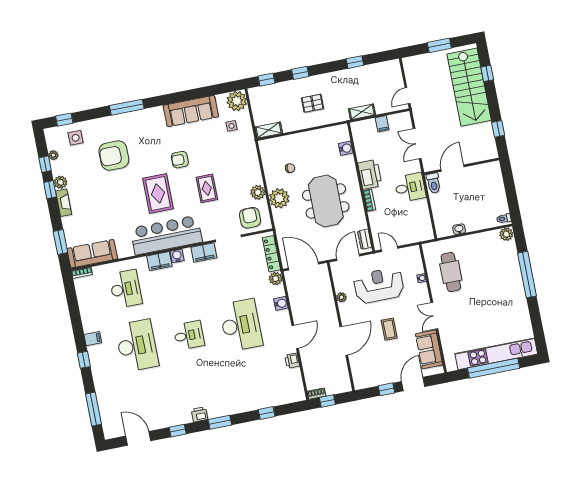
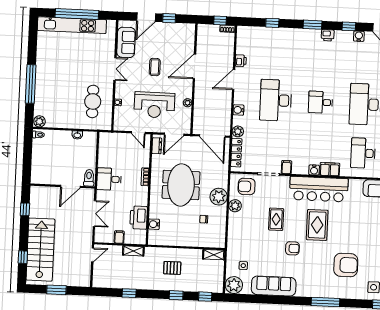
printer: (370, 174) -> (139, 218), moved
armchair: (250, 218) -> (247, 186), turned 90
filing cabinet: (204, 252) -> (286, 167), width x0.50
water cooler: (163, 422) -> (359, 36), added

